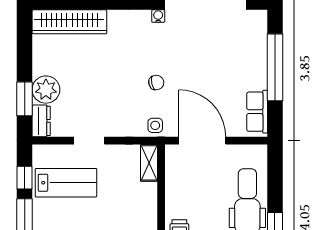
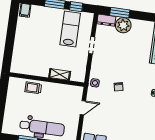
door: (202, 141) -> (83, 108), width x0.53
shelving: (149, 163) -> (60, 74), moved
lab bench: (66, 183) -> (70, 29), turned 180

